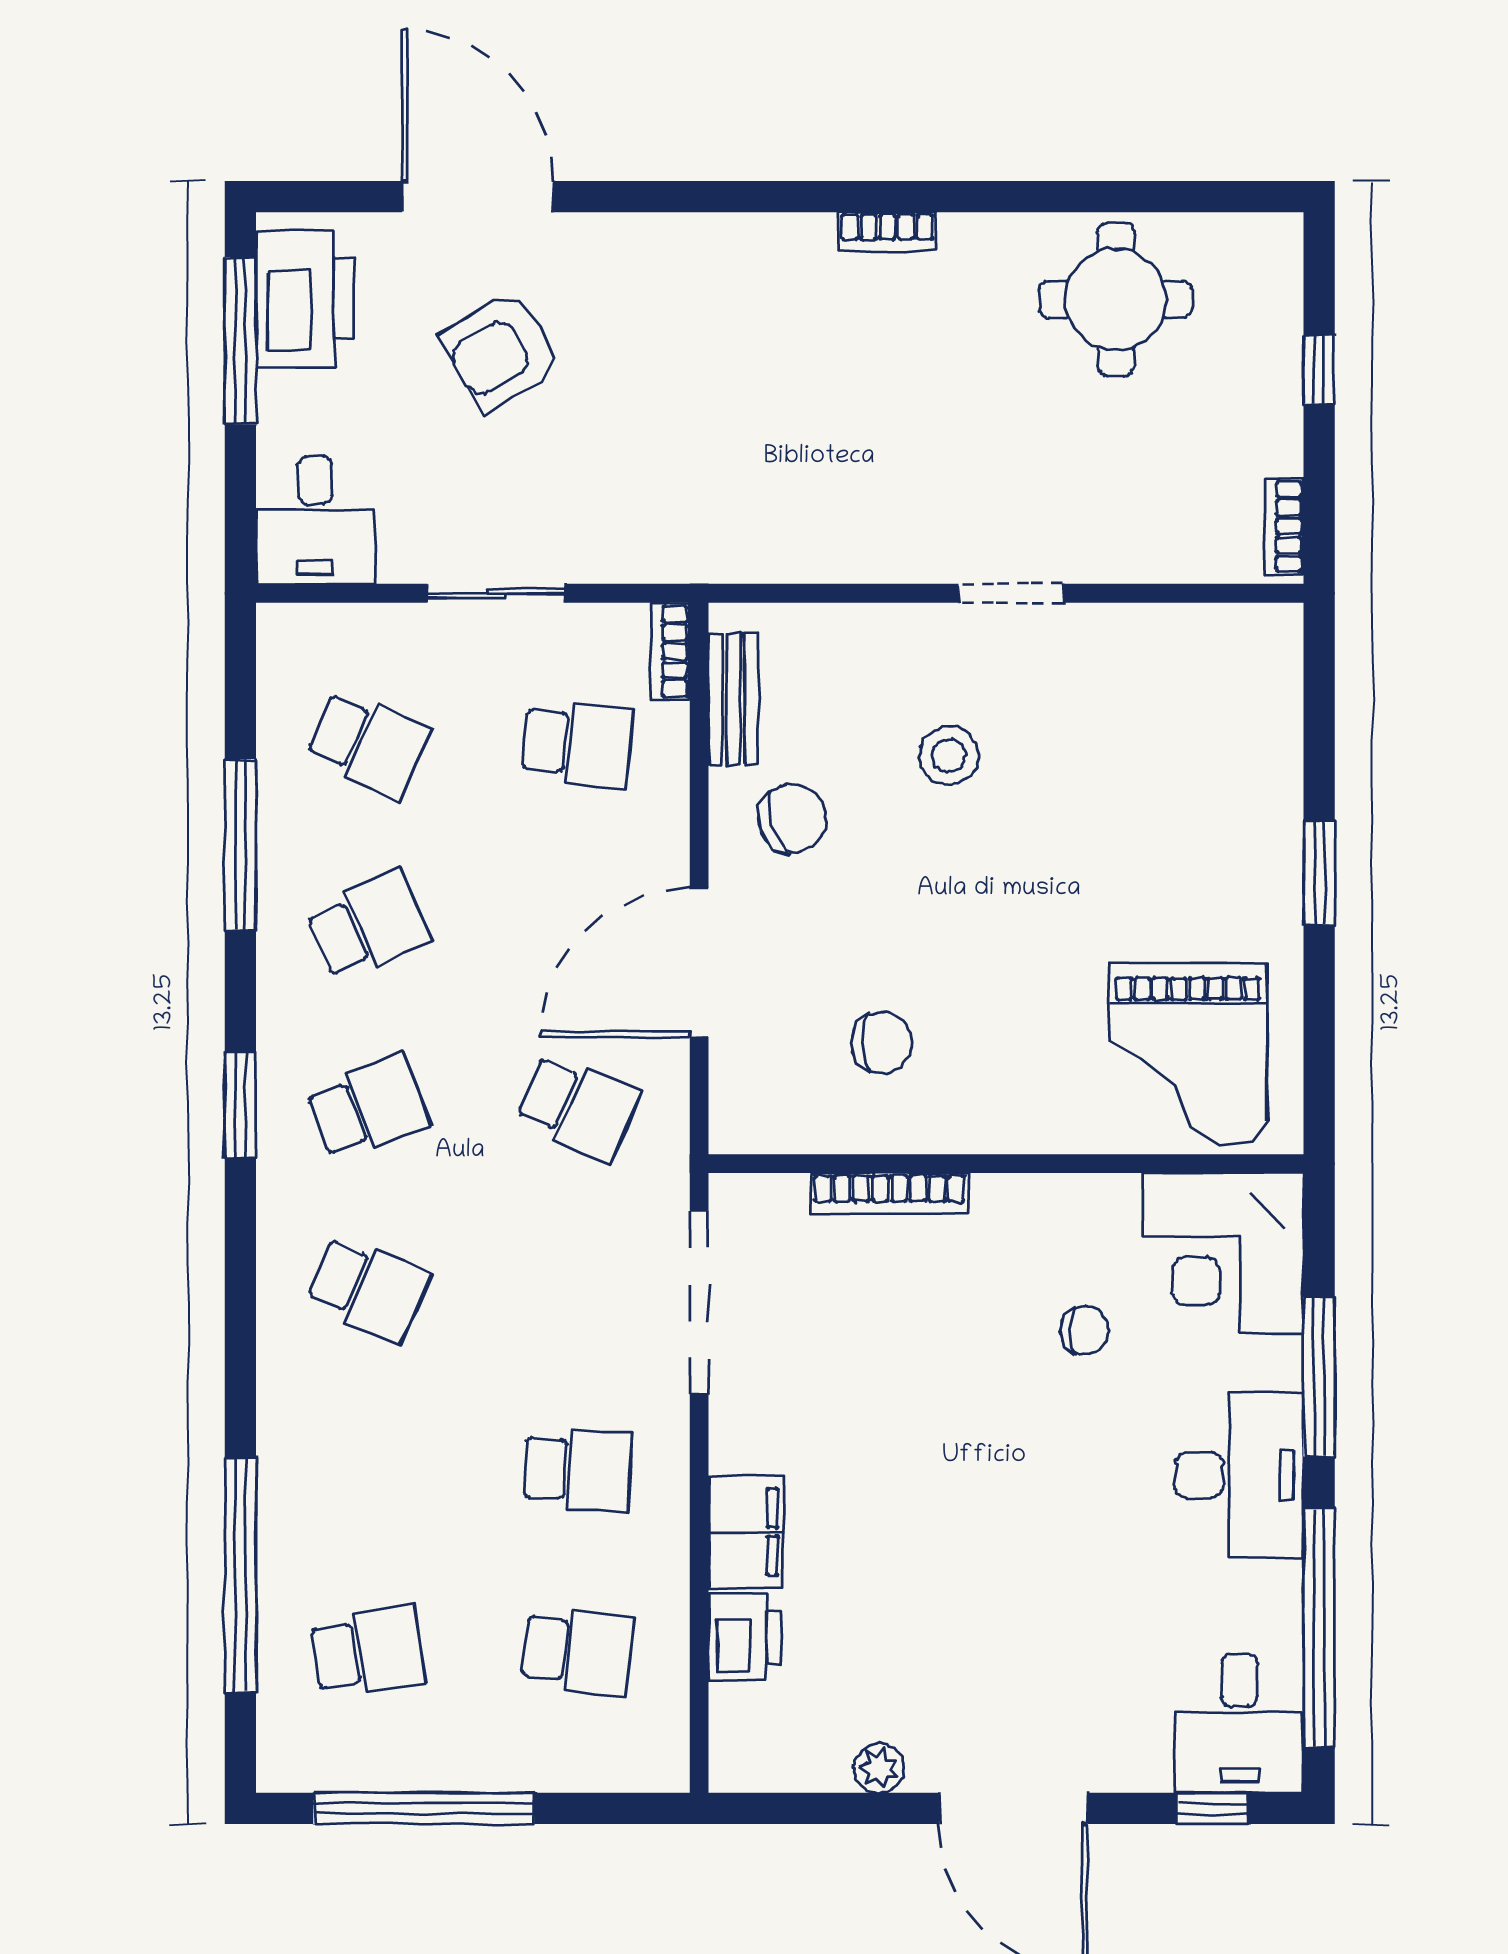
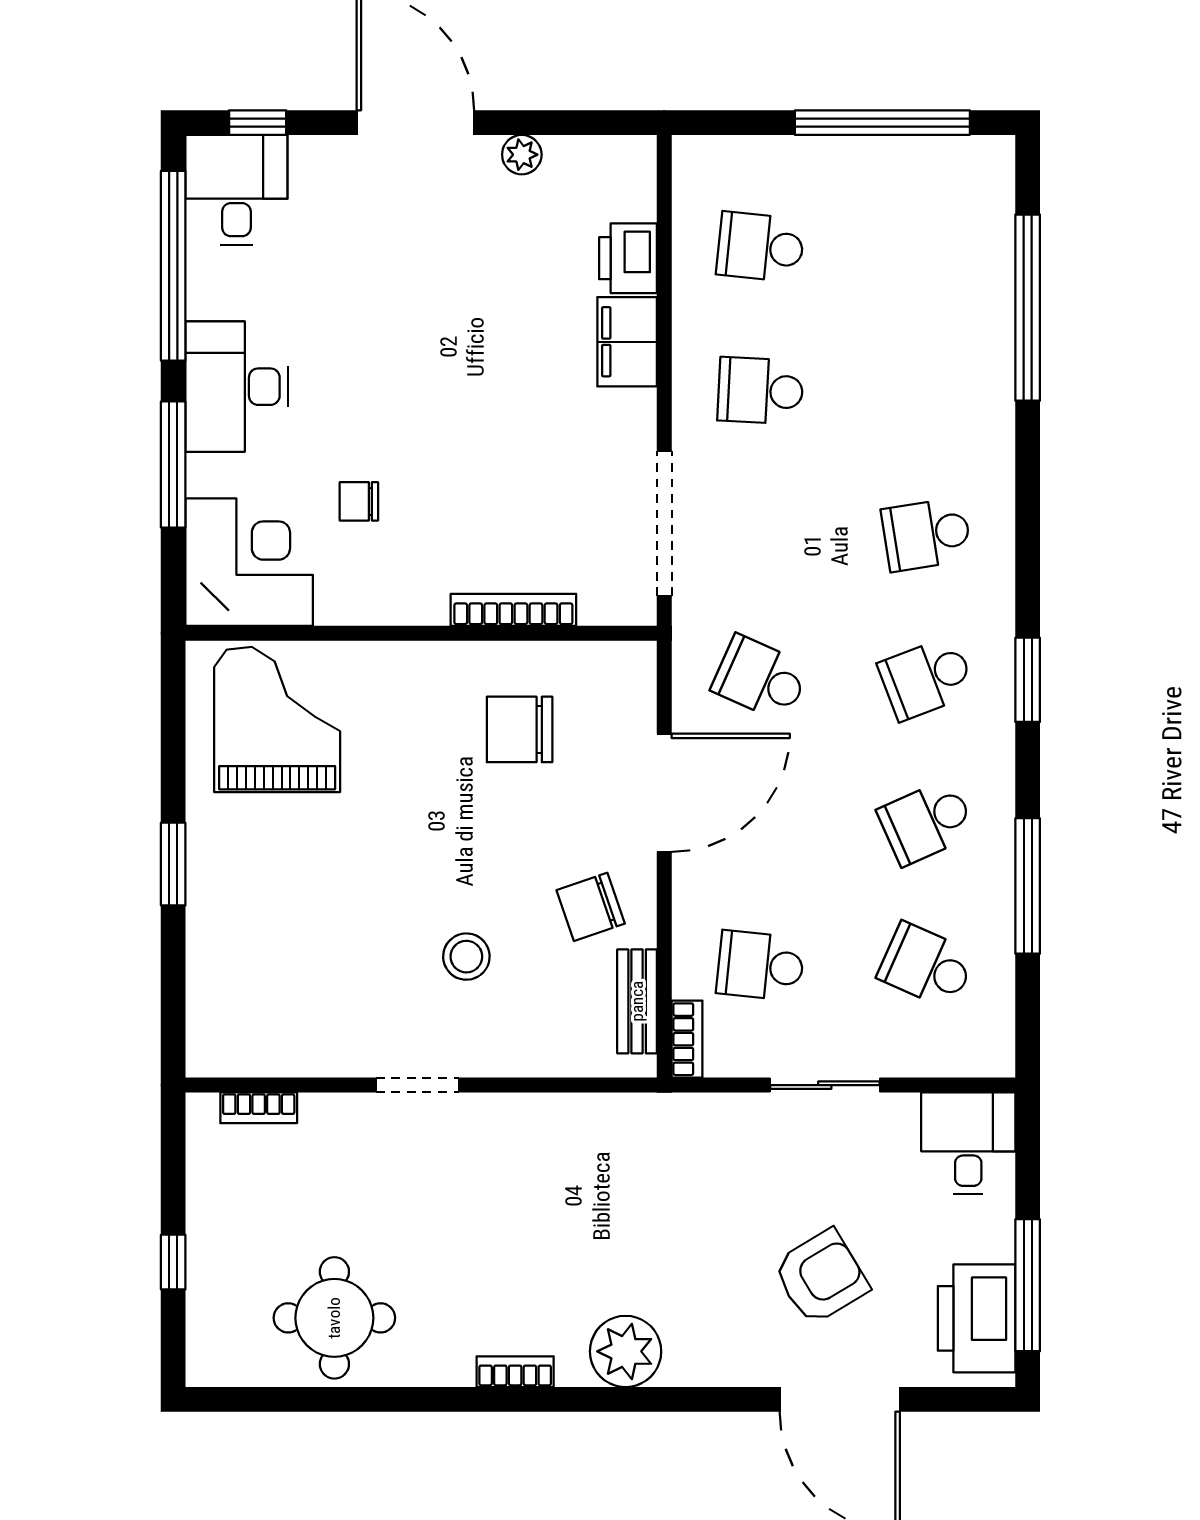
plant: (748, 257) -> (626, 1351), added
bookcase: (1284, 526) -> (259, 1108), moved, turned 90
chair: (882, 1042) -> (520, 729), width x1.37, depth x1.37
school desk: (368, 1289) -> (926, 534), turned -33
school desk: (368, 1651) -> (926, 247), removed

